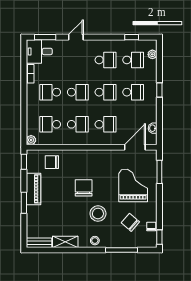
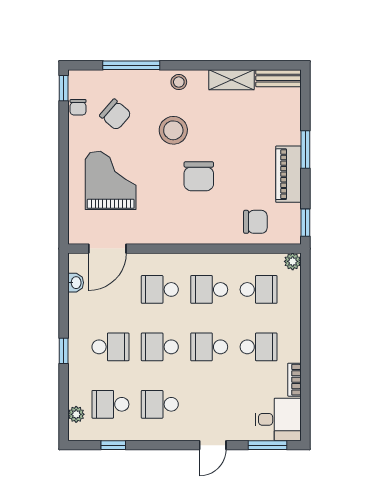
school desk: (133, 92) -> (110, 347), turned 180
window: (159, 172) -> (64, 205), removed
grand piano: (133, 185) -> (111, 180), turned 180

